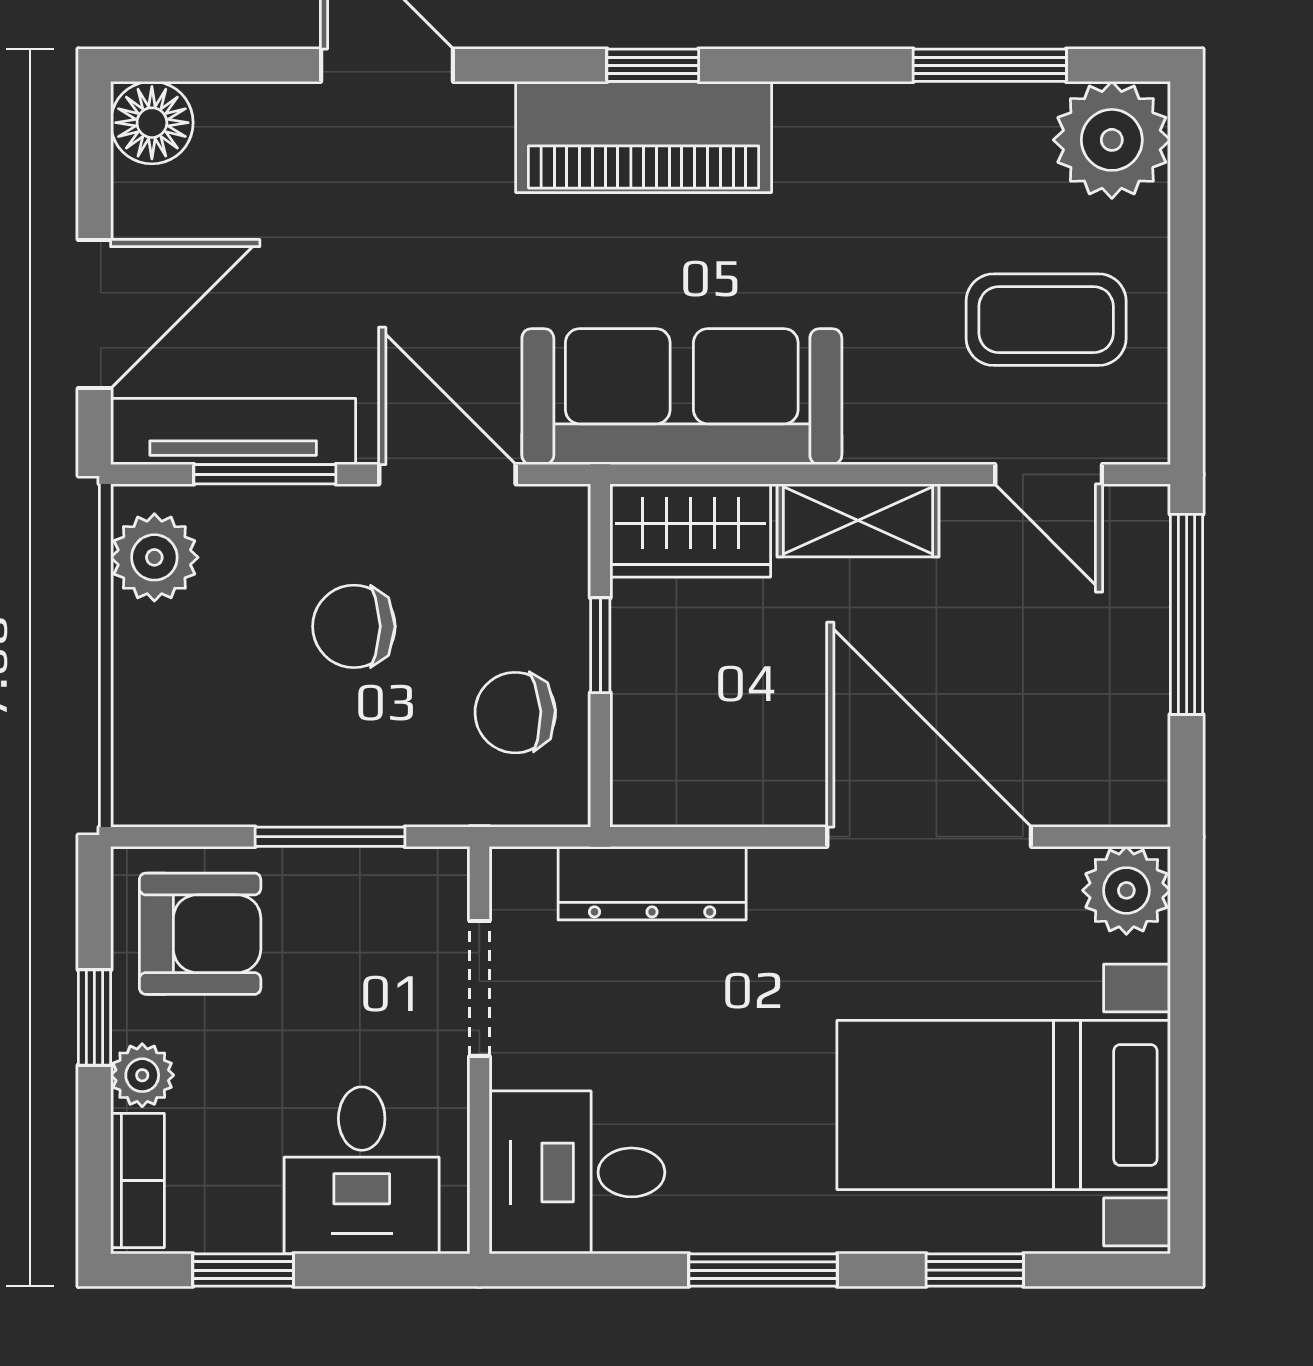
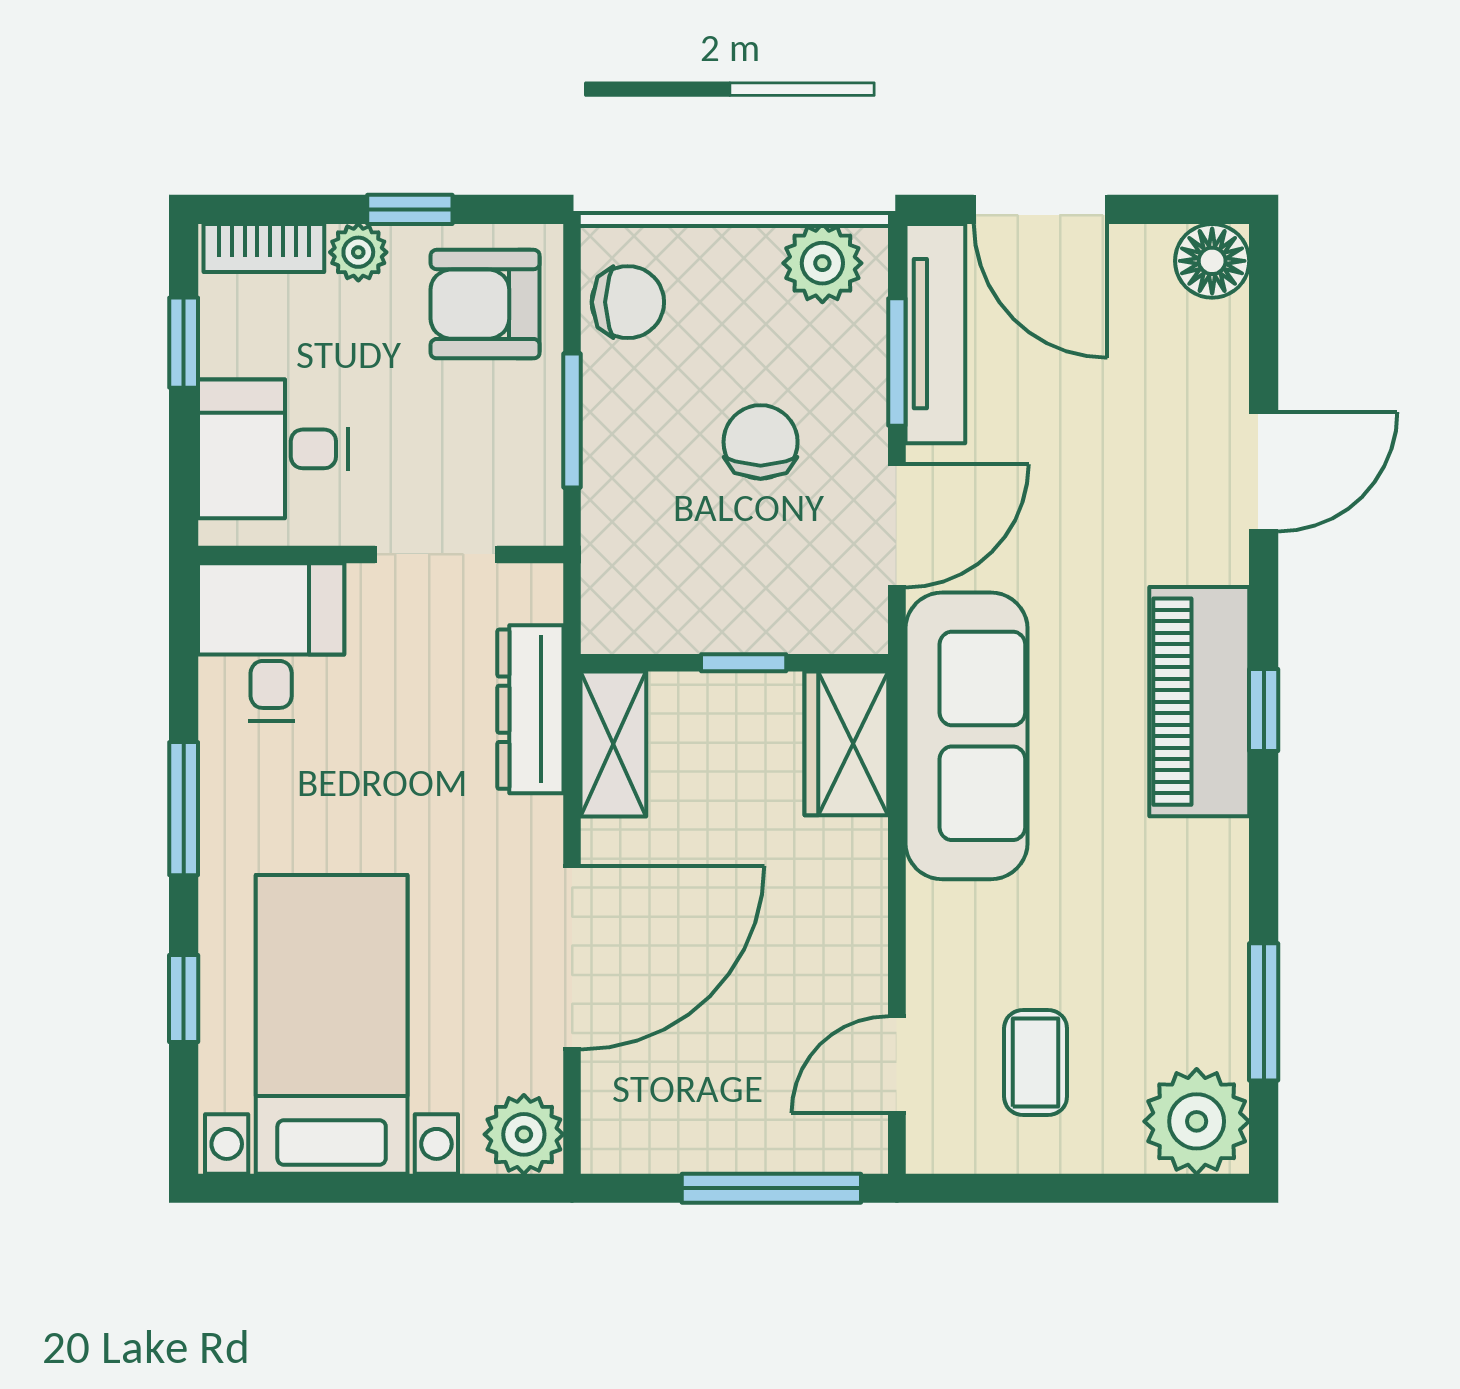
coffee table: (1046, 320) -> (1036, 1062), width x0.73, depth x0.77
shelving: (858, 520) -> (613, 744), moved
chair: (515, 713) -> (628, 302), moved, turned 93
armchair: (200, 934) -> (485, 304), turned 90

